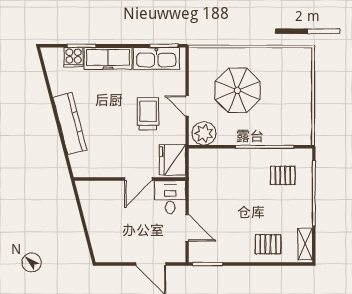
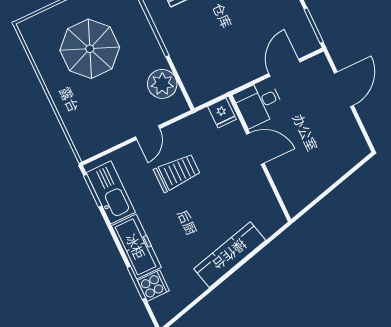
parasol: (238, 90) -> (90, 49), moved
trolley: (148, 114) -> (177, 173), turned 180
plant: (204, 133) -> (162, 84), moved
fridge: (173, 160) -> (222, 113), width x0.53, depth x0.75

